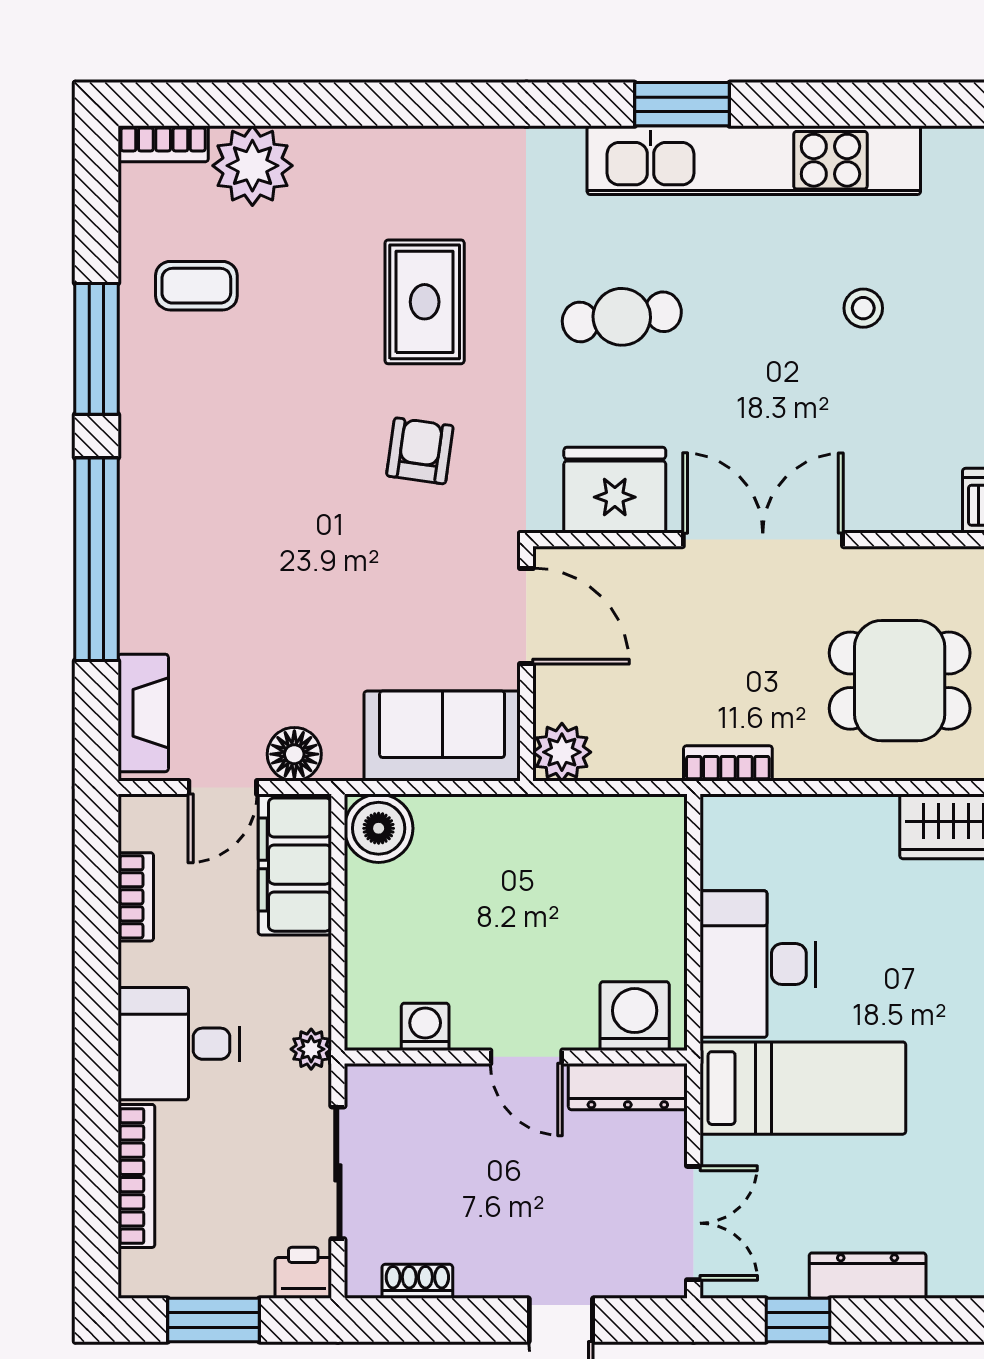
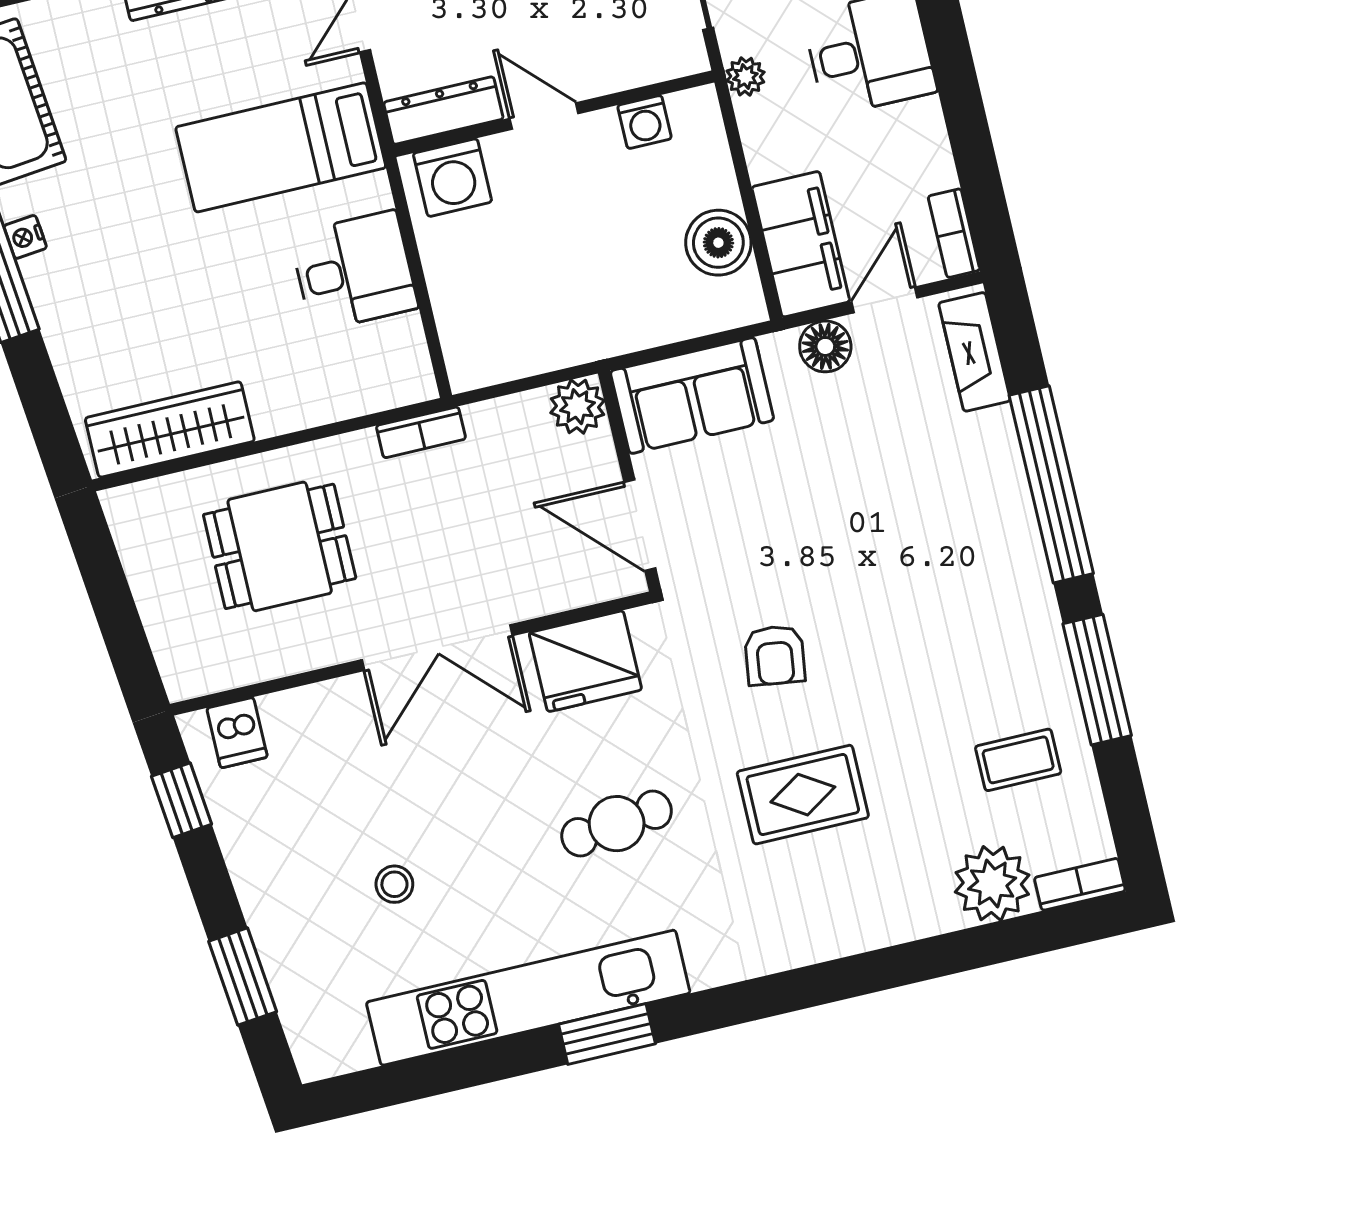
rug: (425, 302) -> (803, 795), turned 90
boiler: (379, 828) -> (718, 243), moved
bookcase: (136, 897) -> (954, 233), moved
desk: (758, 964) -> (354, 271), width x0.73

